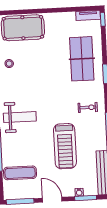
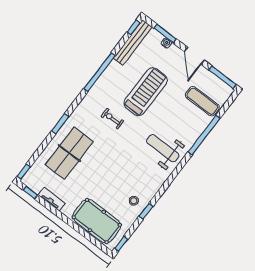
window: (86, 9) -> (30, 193), added
tv unit: (88, 15) -> (52, 199), moved
exercise bike: (88, 107) -> (112, 119), moved

